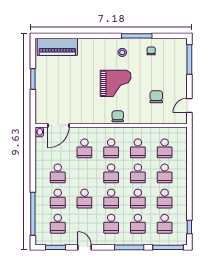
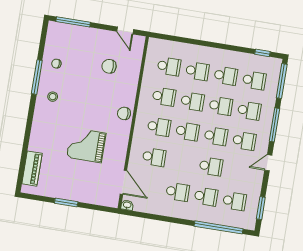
piano: (57, 47) -> (32, 169), width x0.73, depth x0.75
grand piano: (116, 83) -> (86, 145), moved, turned -90
door: (85, 247) -> (268, 163), moved

